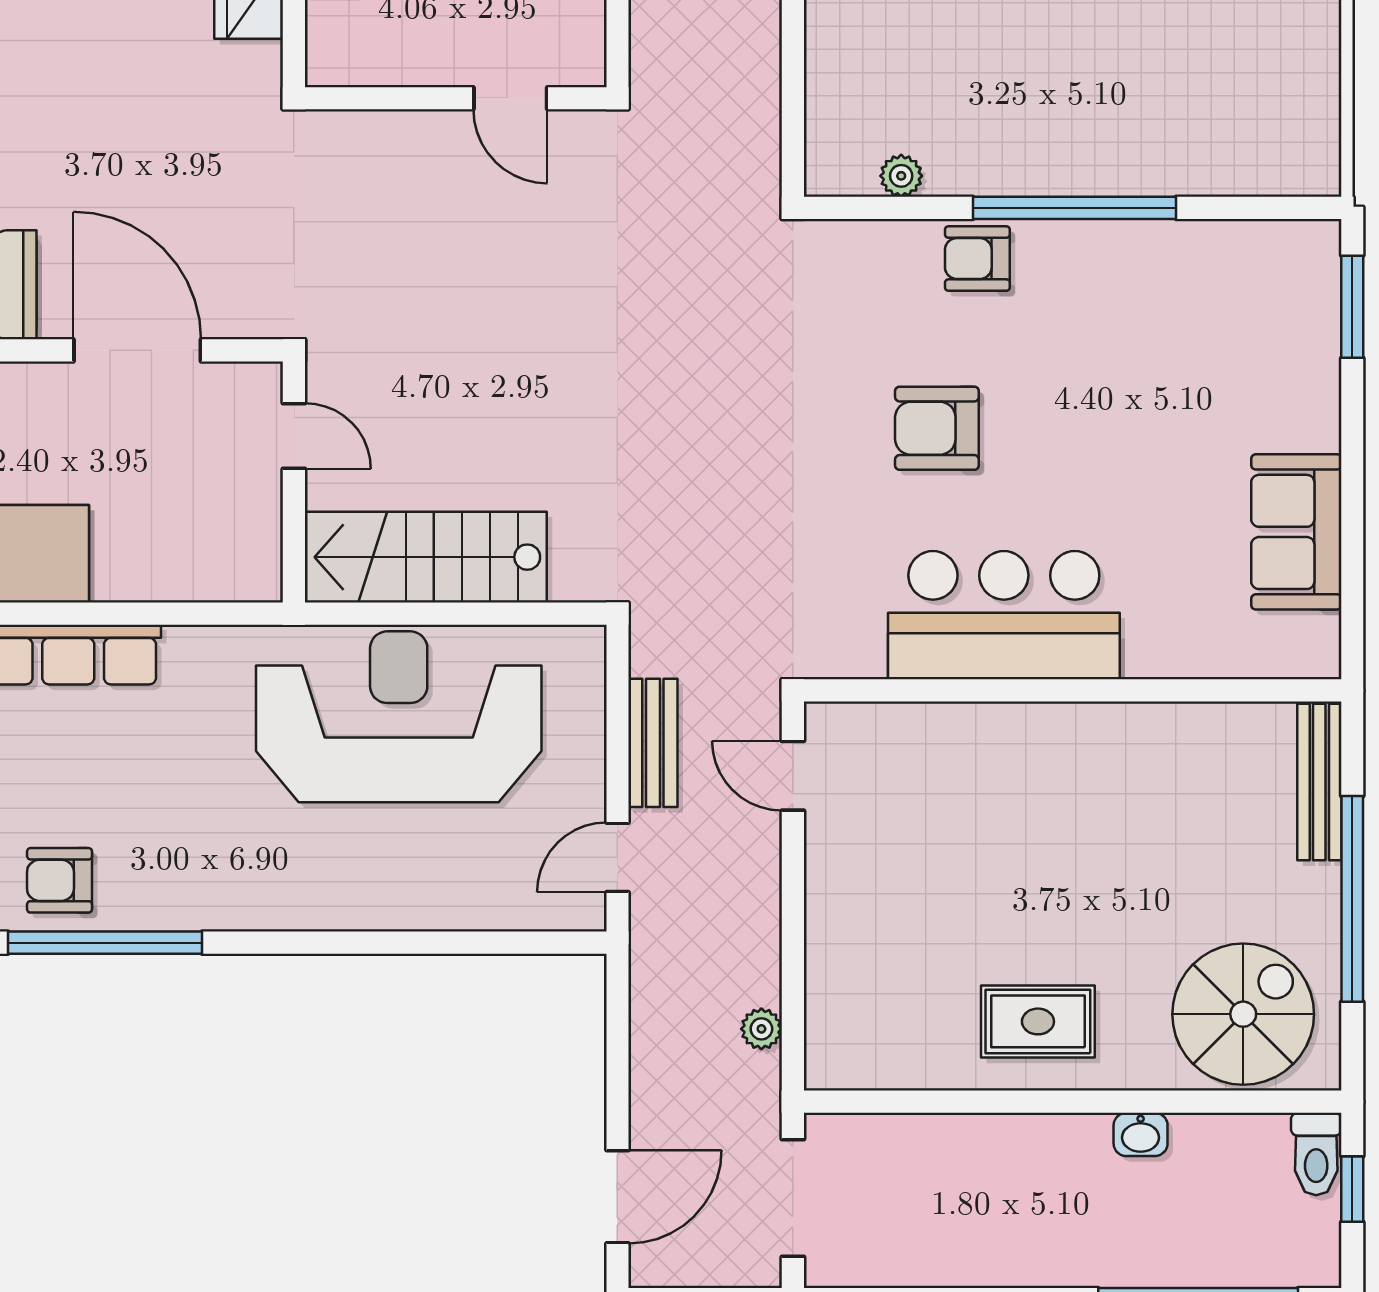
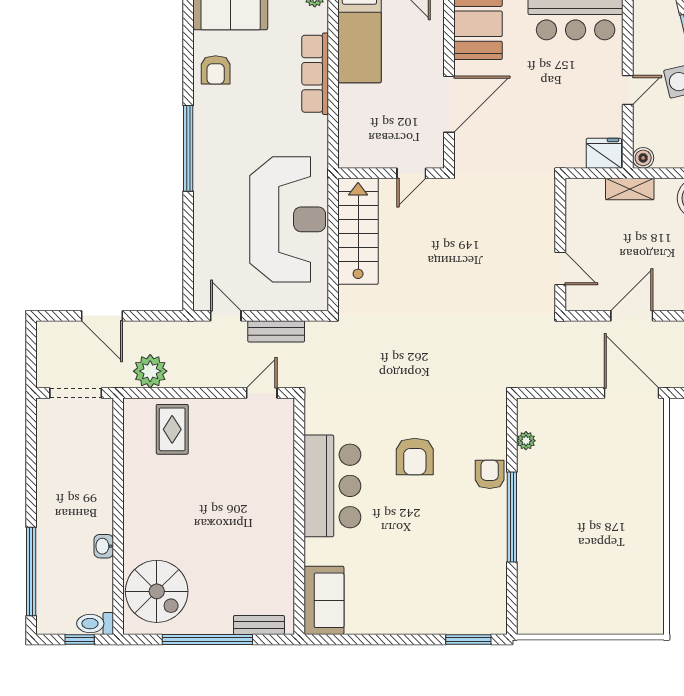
door: (510, 98) -> (560, 269), swing flipped
armchair: (937, 428) -> (415, 456), turned 180
sofa: (1296, 532) -> (324, 600), moved, turned 90
bench: (1319, 782) -> (259, 625), width x0.73
armchair: (60, 880) -> (216, 70), turned 180
window: (105, 943) -> (188, 148), moved
rug: (1038, 1021) -> (172, 429), moved
plant: (761, 1029) -> (150, 371), width x1.88, depth x1.88
door: (617, 1197) -> (102, 316), moved

